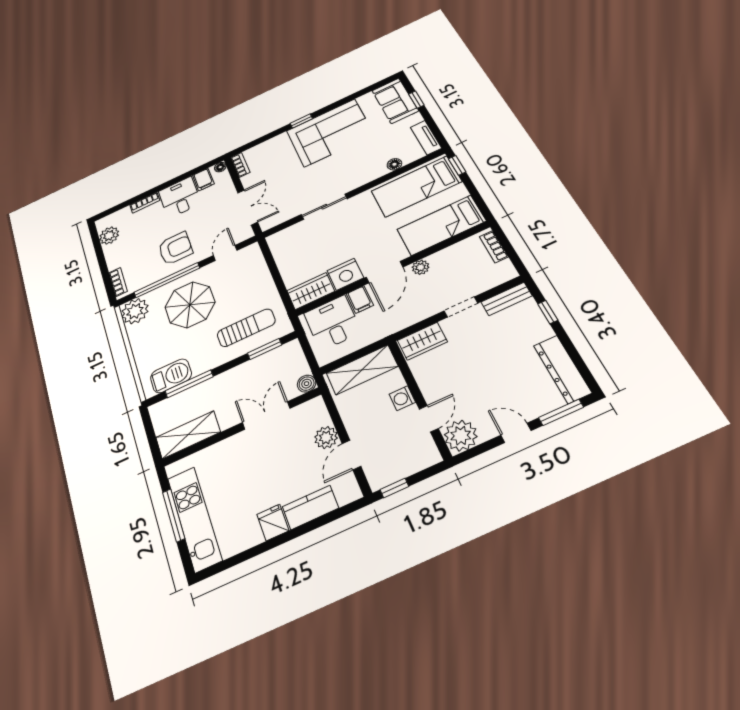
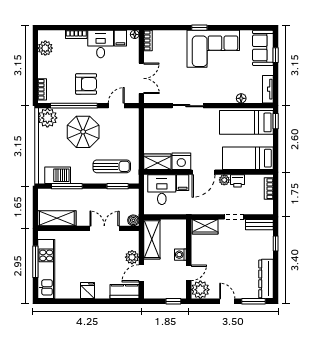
printer: (441, 259) -> (238, 181), added
shelving: (362, 370) -> (152, 239), moved, turned 90
window: (394, 488) -> (173, 301), moved
kitchen counter: (310, 507) -> (125, 292), moved

